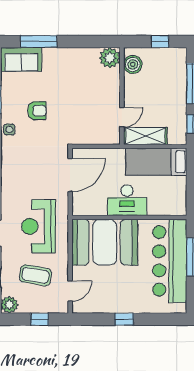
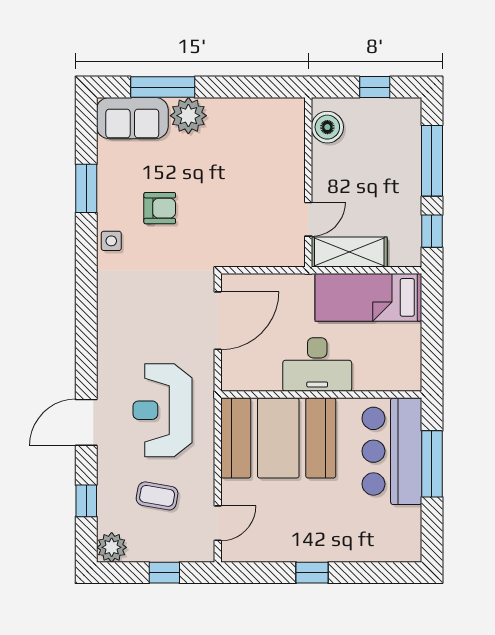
plant: (110, 58) -> (188, 116), moved
bar counter: (170, 261) -> (392, 451), width x0.73
coffee table: (35, 275) -> (157, 496), width x0.73, depth x0.77

